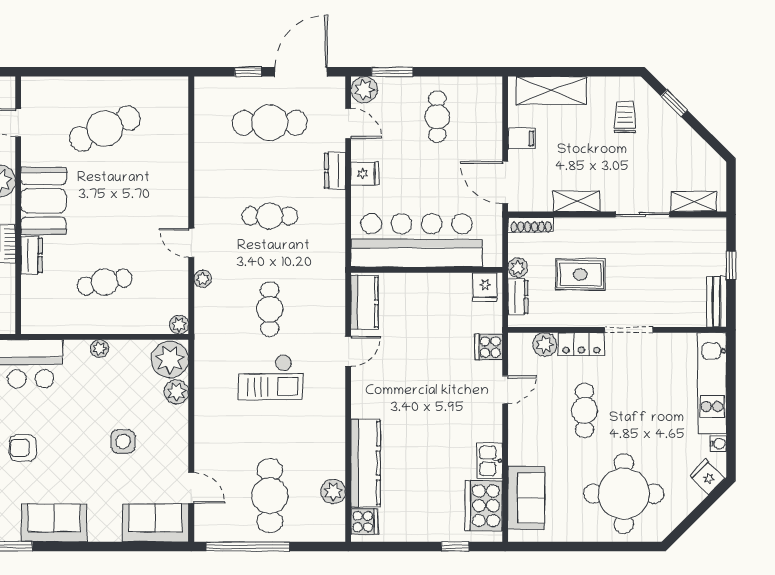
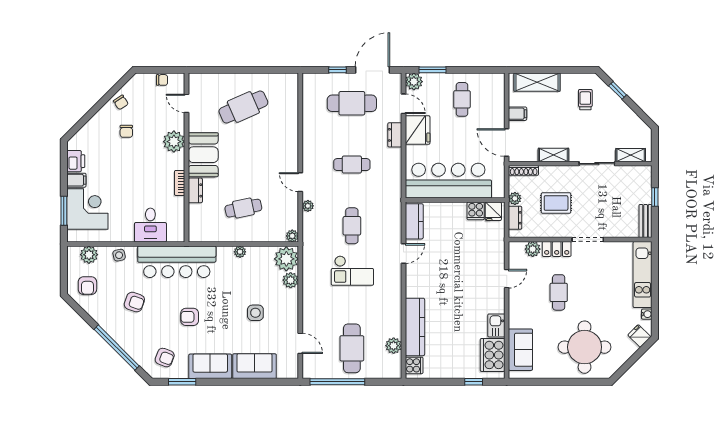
fridge: (365, 174) -> (418, 130), width x1.88, depth x1.34
cooker: (489, 347) -> (476, 211), moved, turned -90
sofa: (155, 523) -> (254, 366), moved

